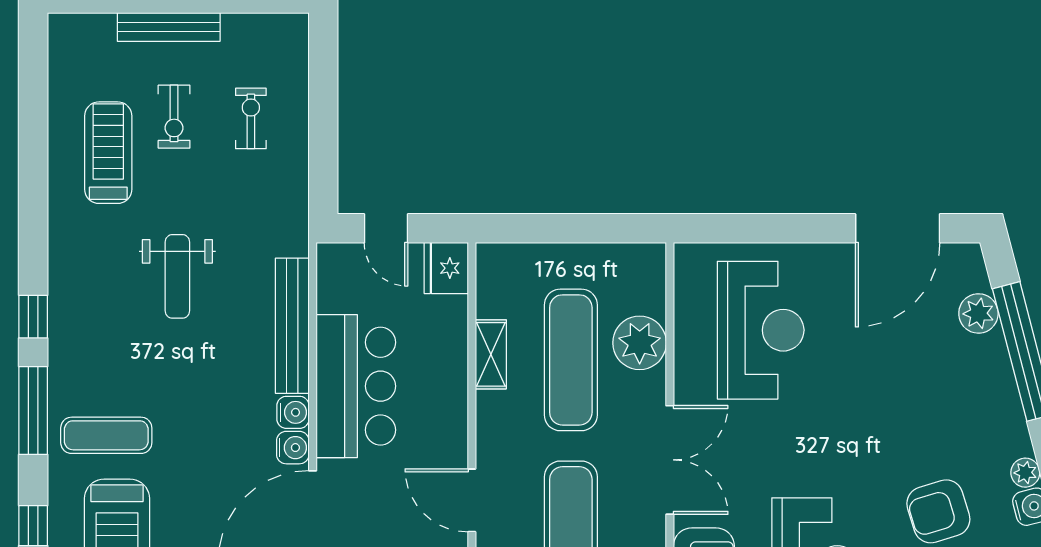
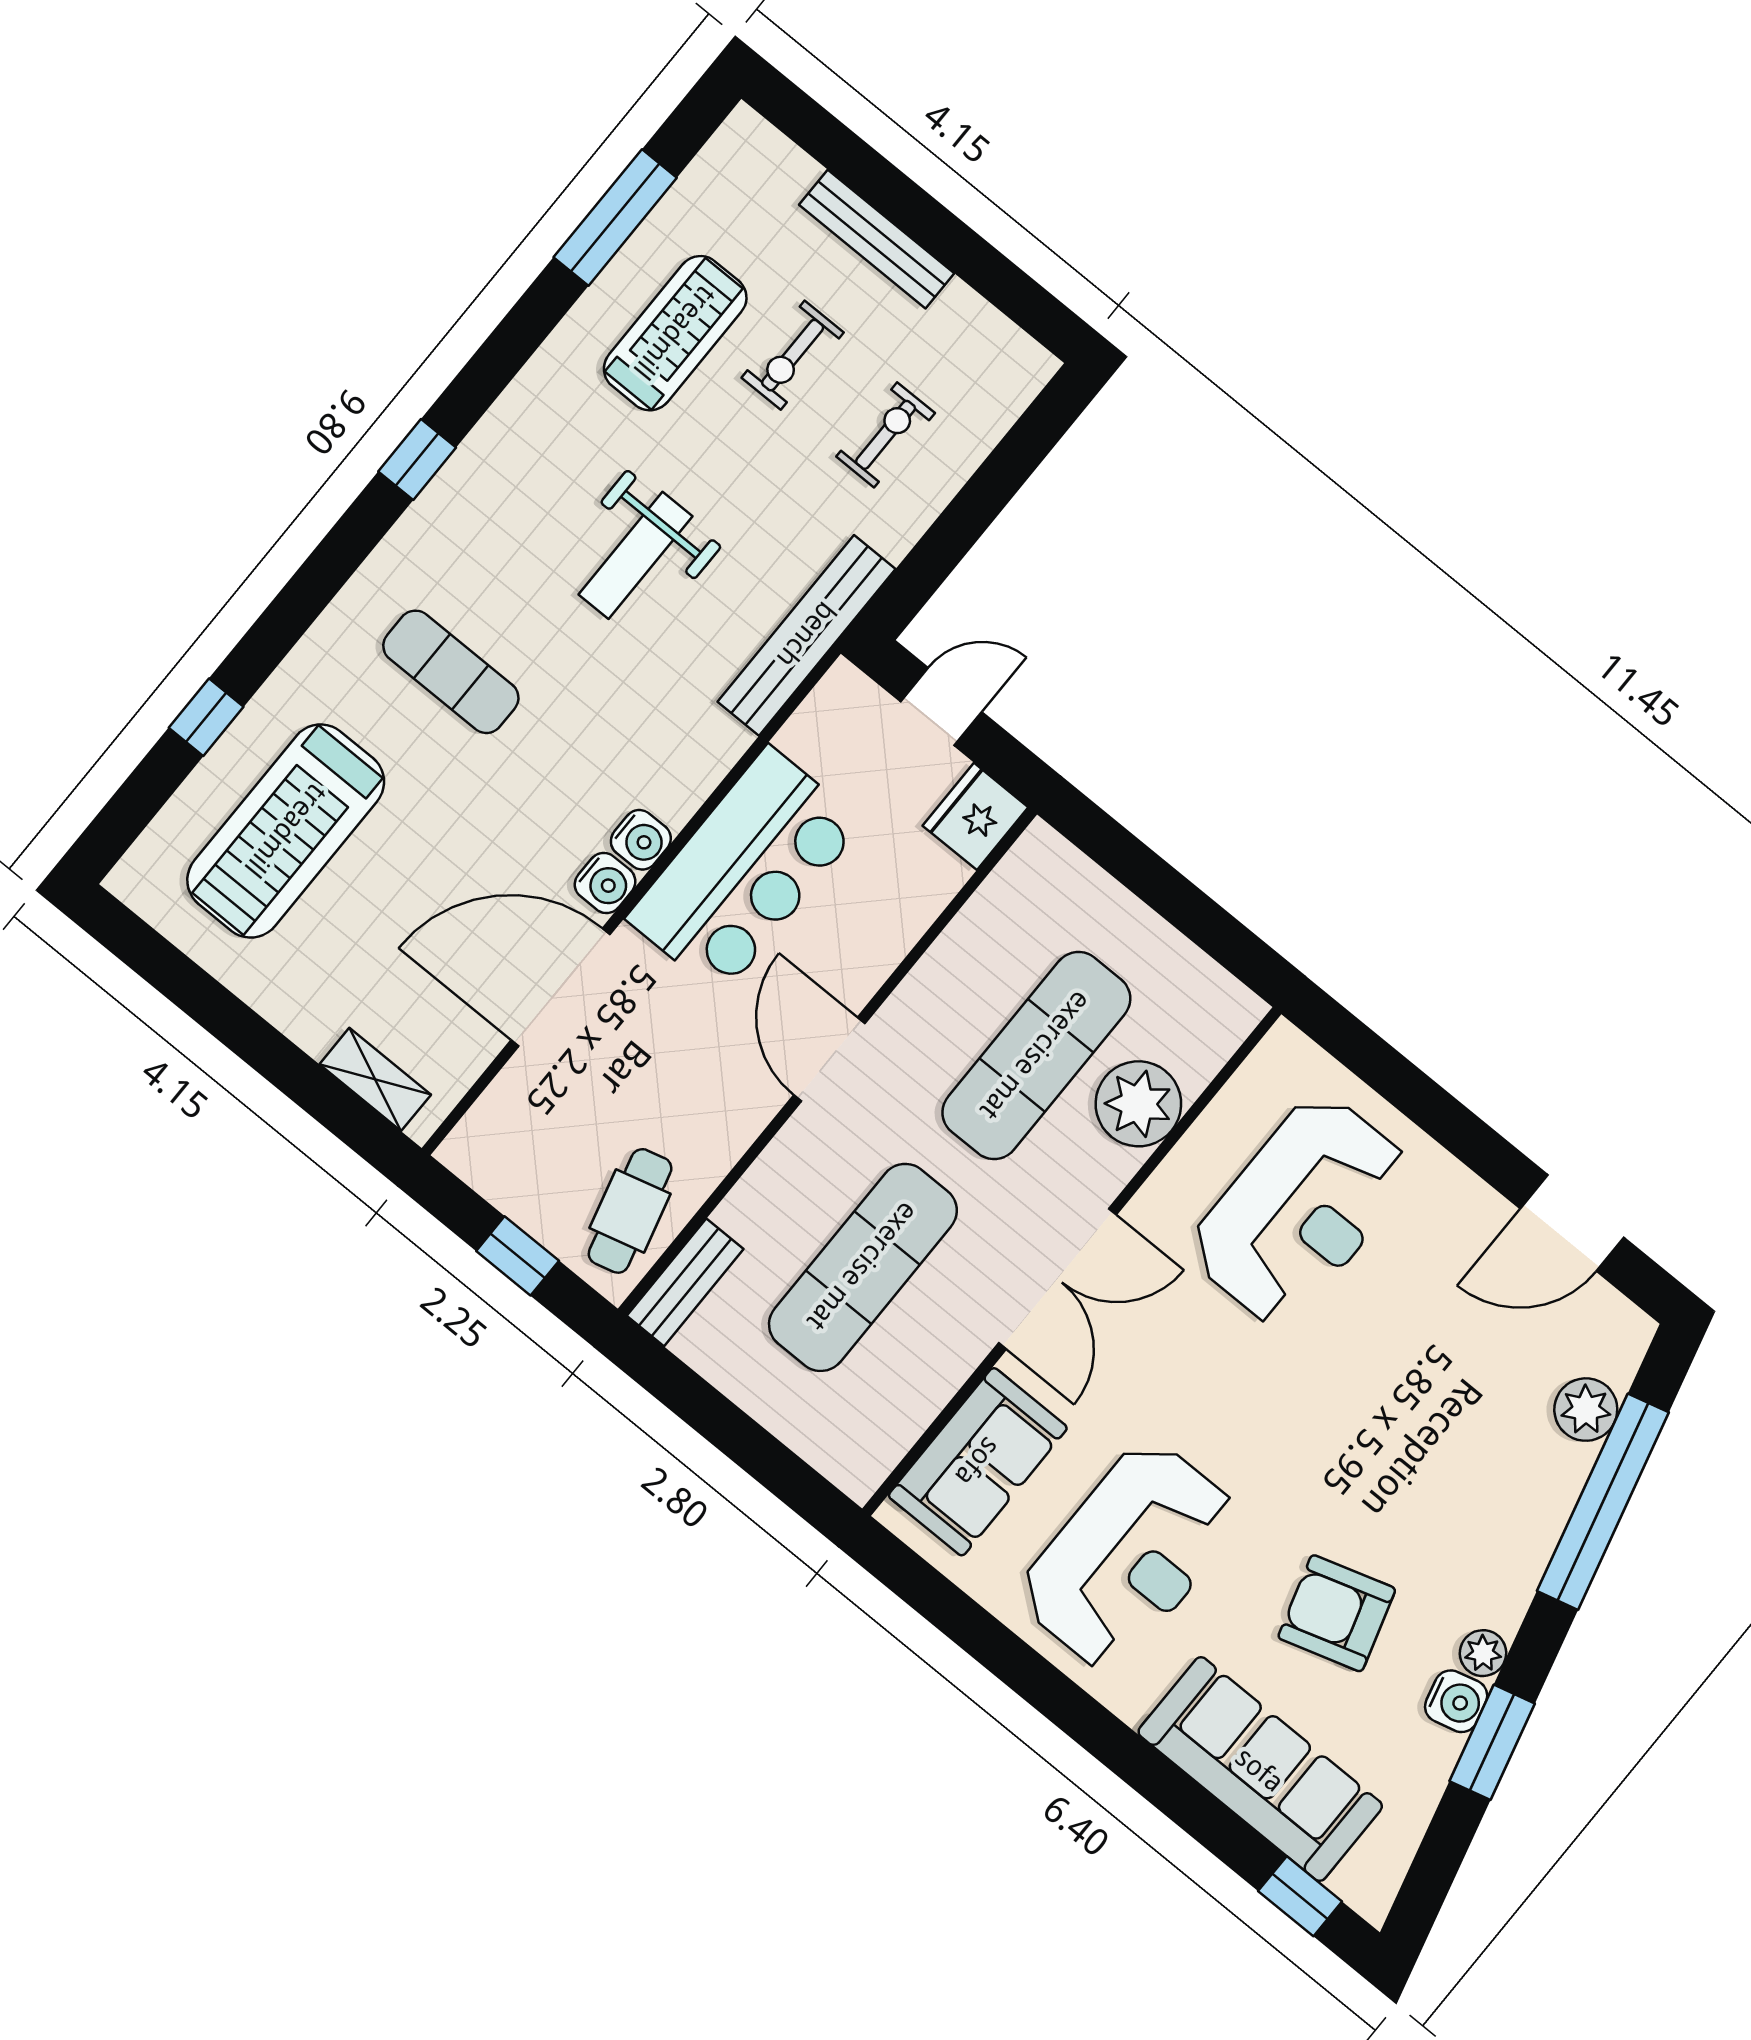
door: (386, 228) -> (941, 707), swing flipped
door: (898, 228) -> (1572, 1223), width x0.73
bench: (292, 326) -> (807, 635), moved
shelving: (491, 354) -> (943, 968), removed
window: (33, 411) -> (615, 217), moved
exercise mat: (106, 435) -> (451, 672), moved
door: (472, 500) -> (829, 1059), moved

